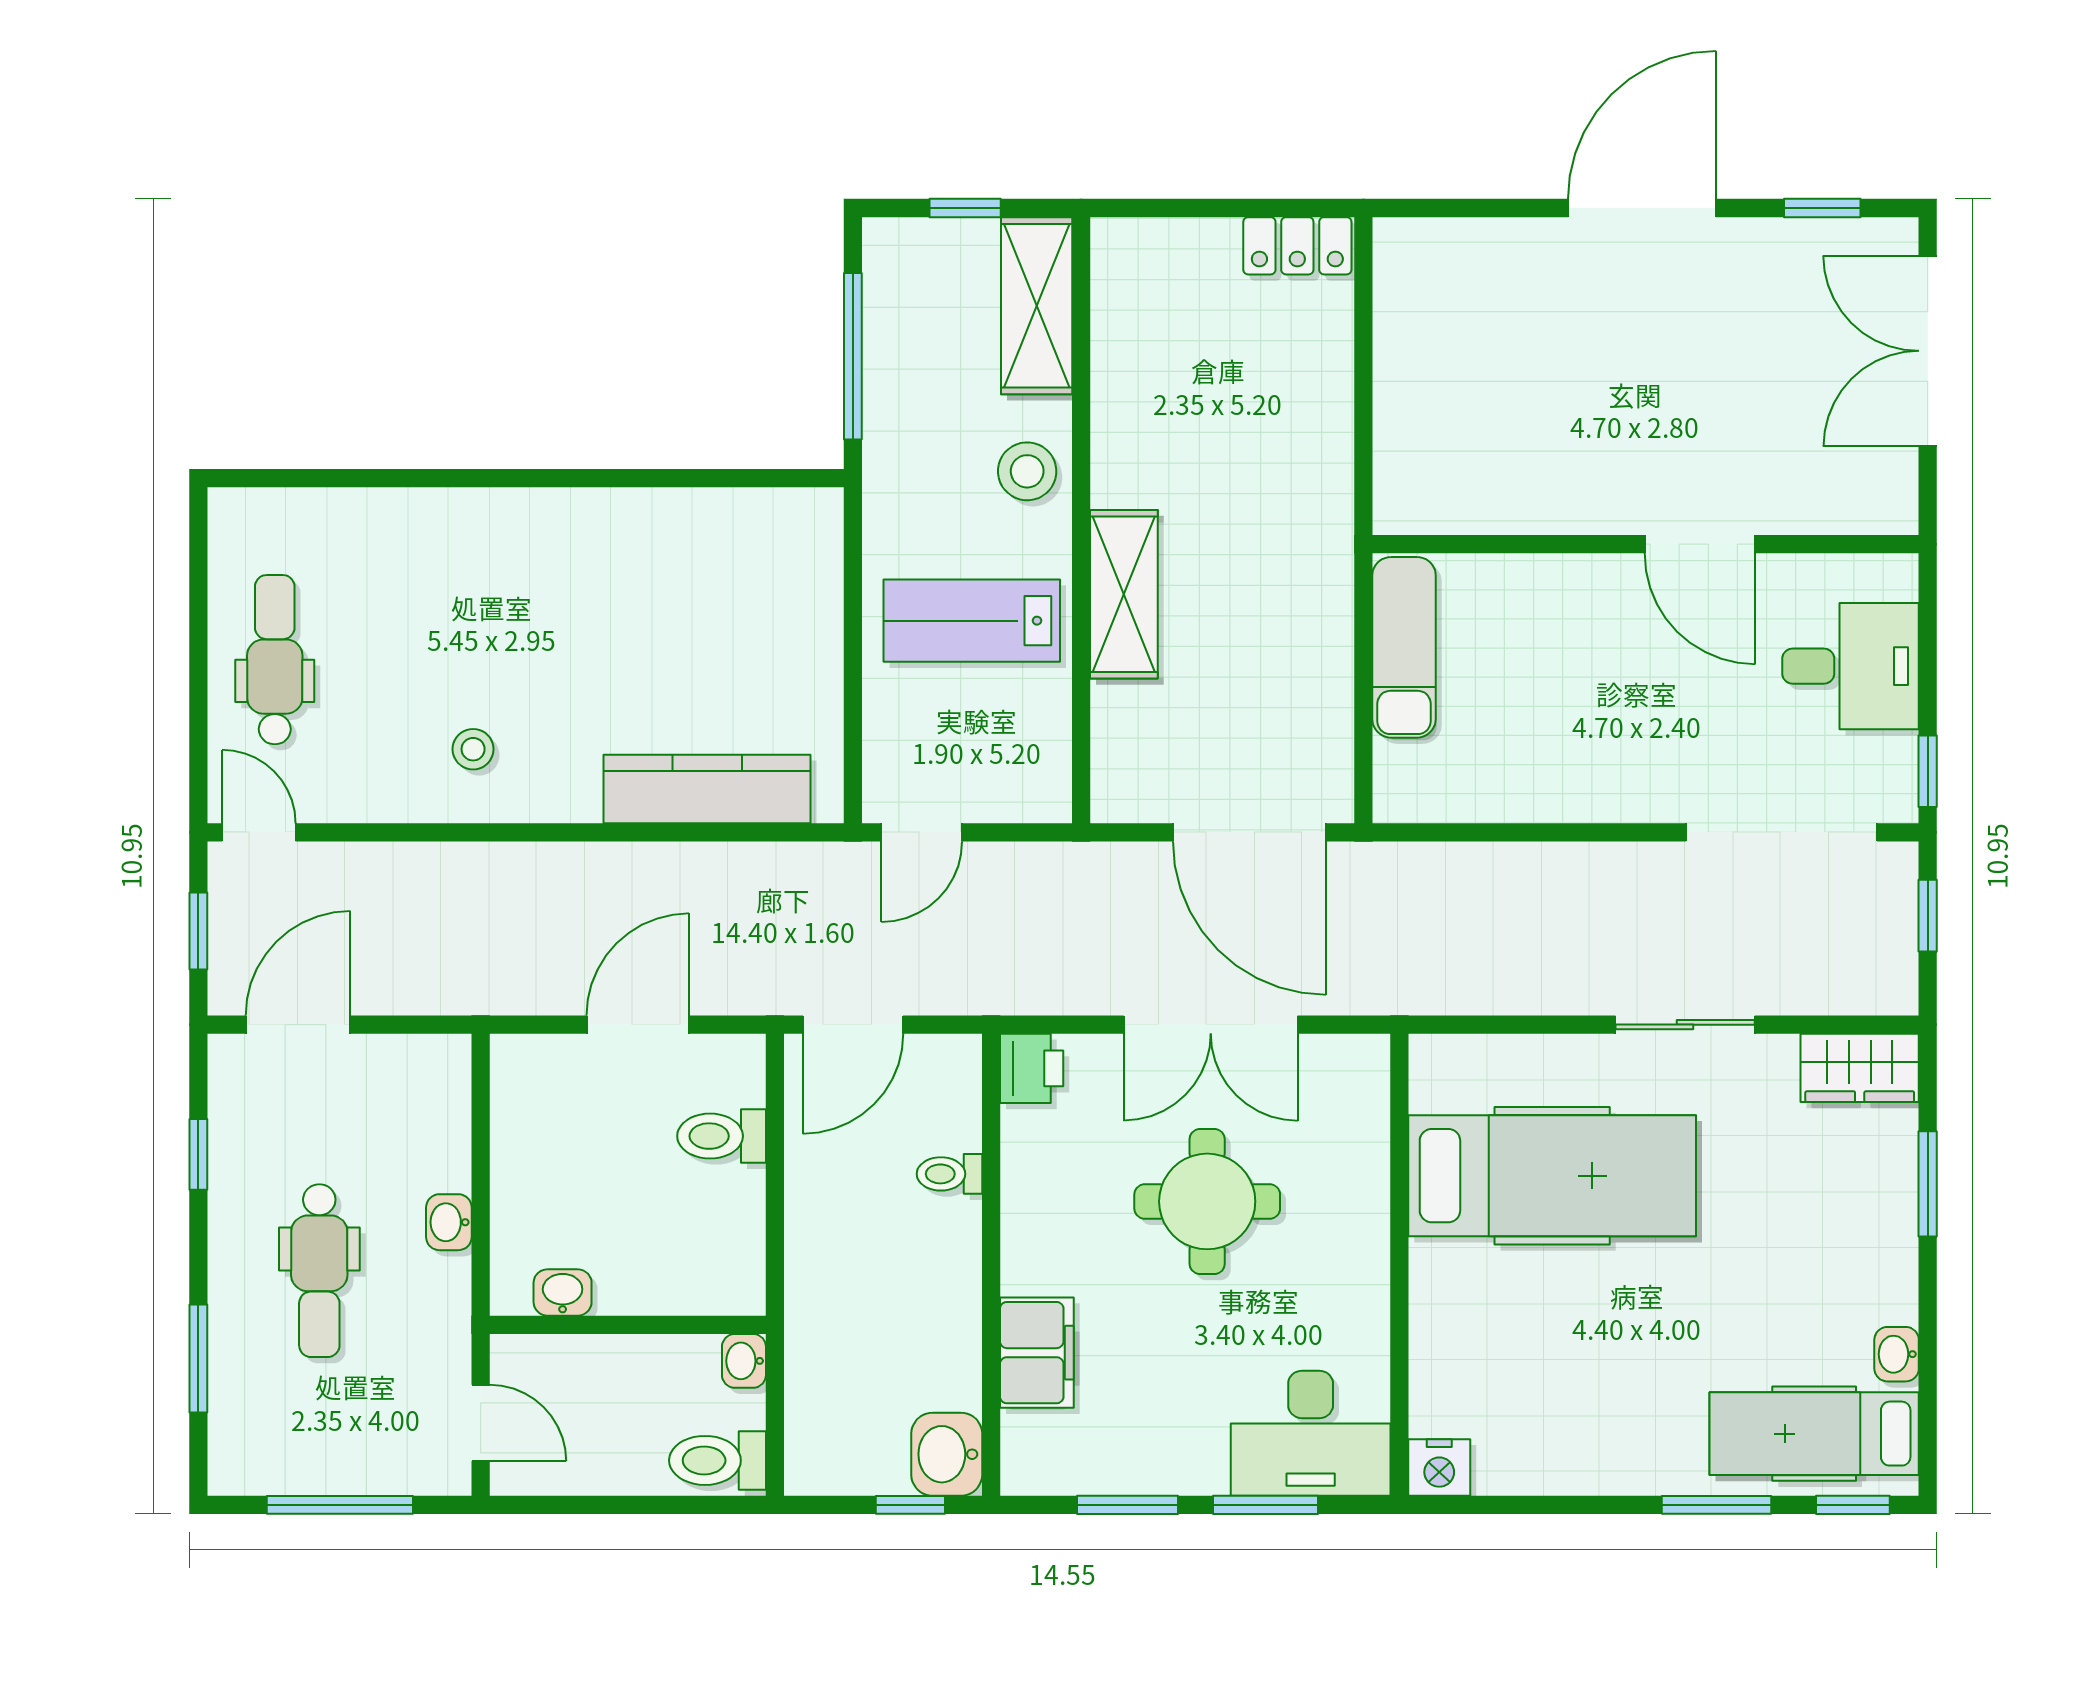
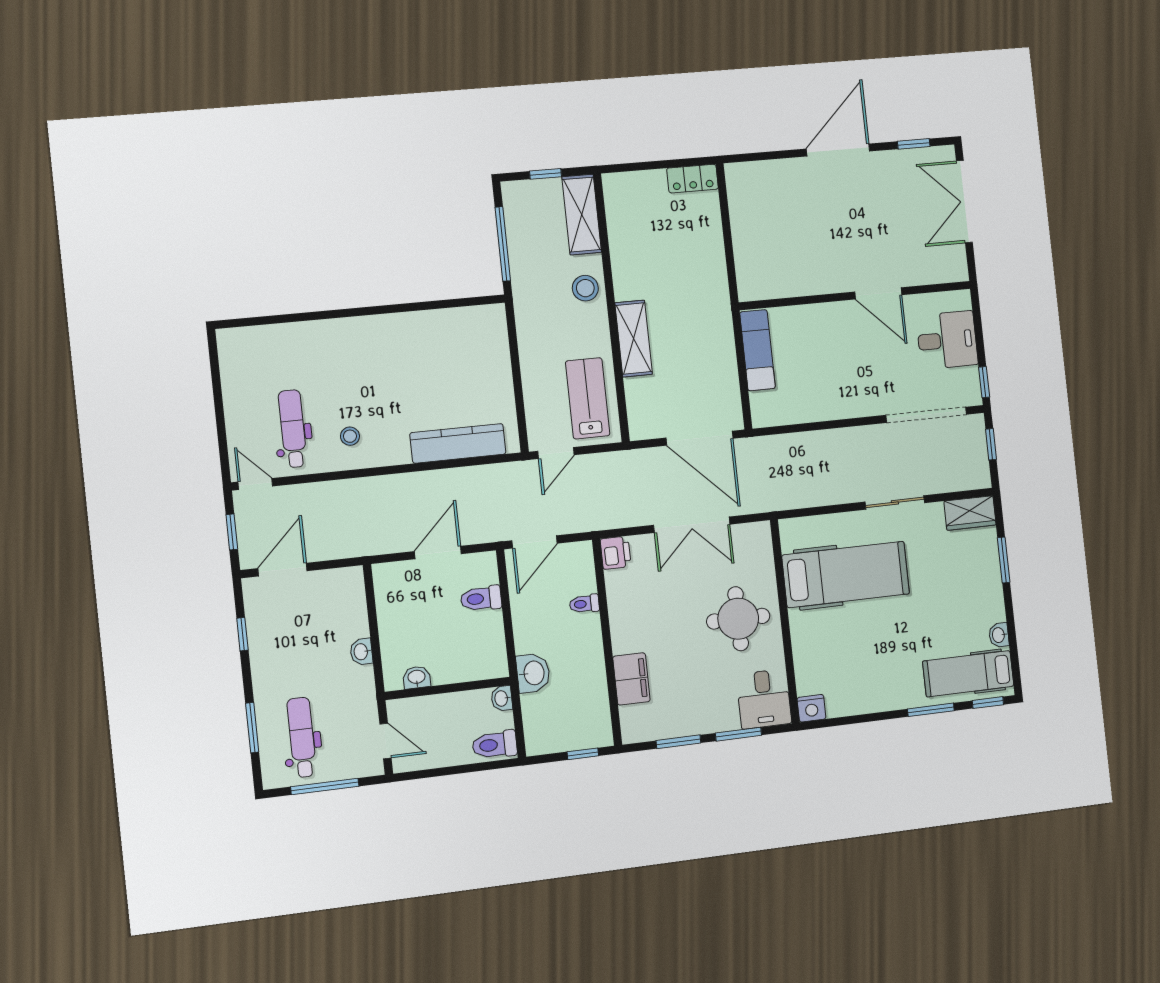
lab bench: (972, 621) -> (588, 398), moved, turned 90
dental chair: (275, 660) -> (293, 429), moved
round table: (1207, 1201) -> (738, 619), moved
dental chair: (319, 1271) -> (302, 737), moved, turned 180
desk: (1311, 1433) -> (764, 699), width x0.73
washbasin: (947, 1454) -> (533, 673), moved, turned 180

